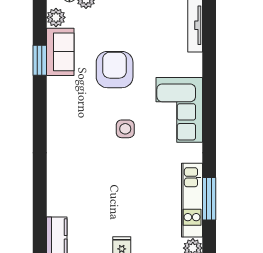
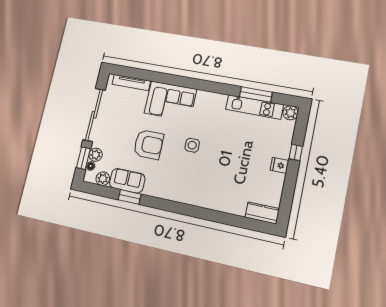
armchair: (115, 70) -> (148, 144), turned 180
corner sofa: (179, 110) -> (170, 101), moved

